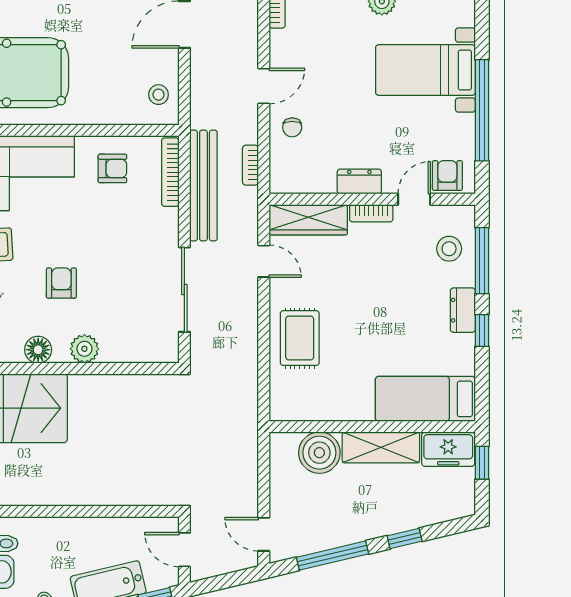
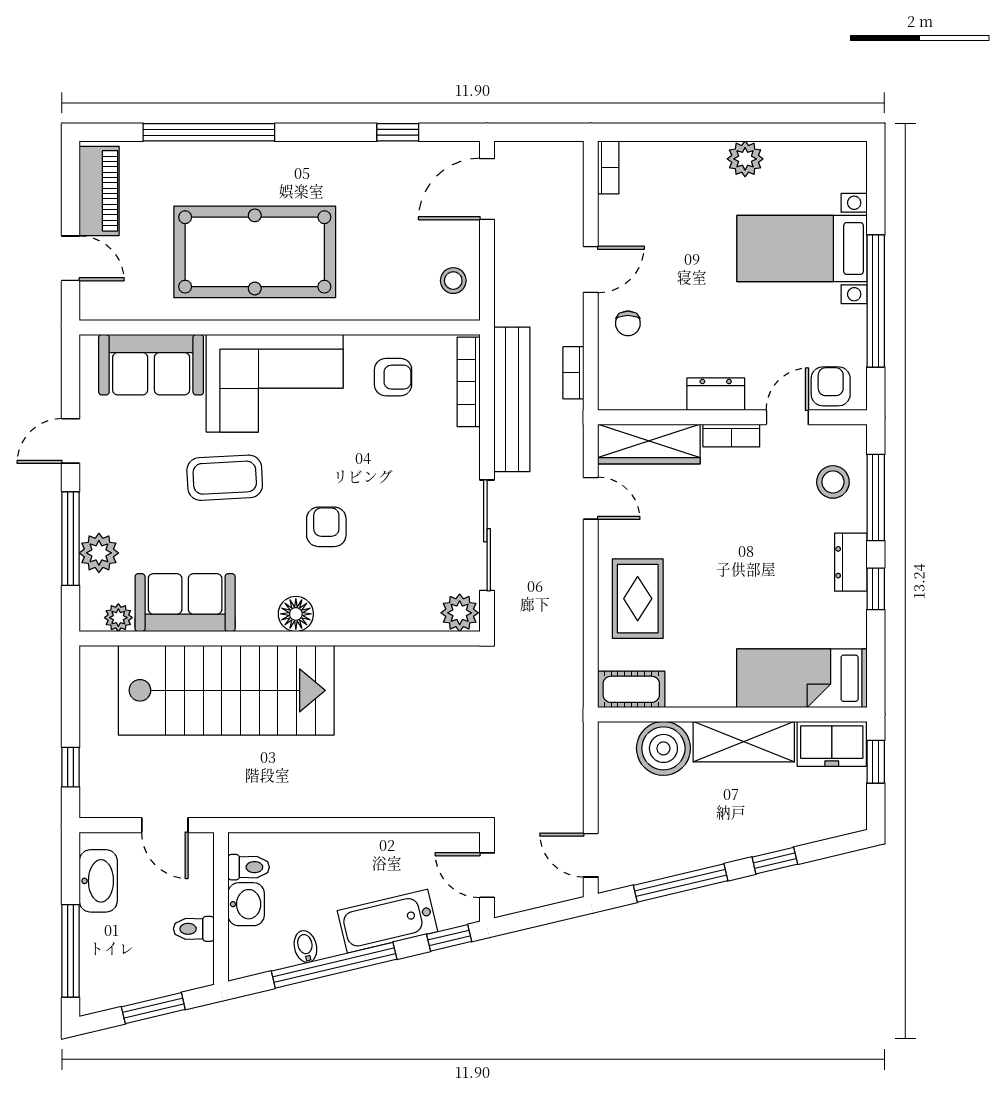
plant: (84, 349) -> (460, 613), moved
cot: (295, 407) -> (631, 689), added

